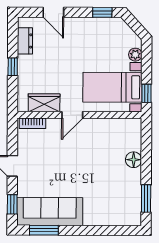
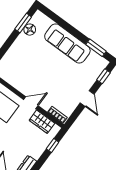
window: (13, 67) -> (53, 146), moved
floor lamp: (134, 160) -> (30, 30), moved
sofa: (50, 212) -> (67, 43), moved

